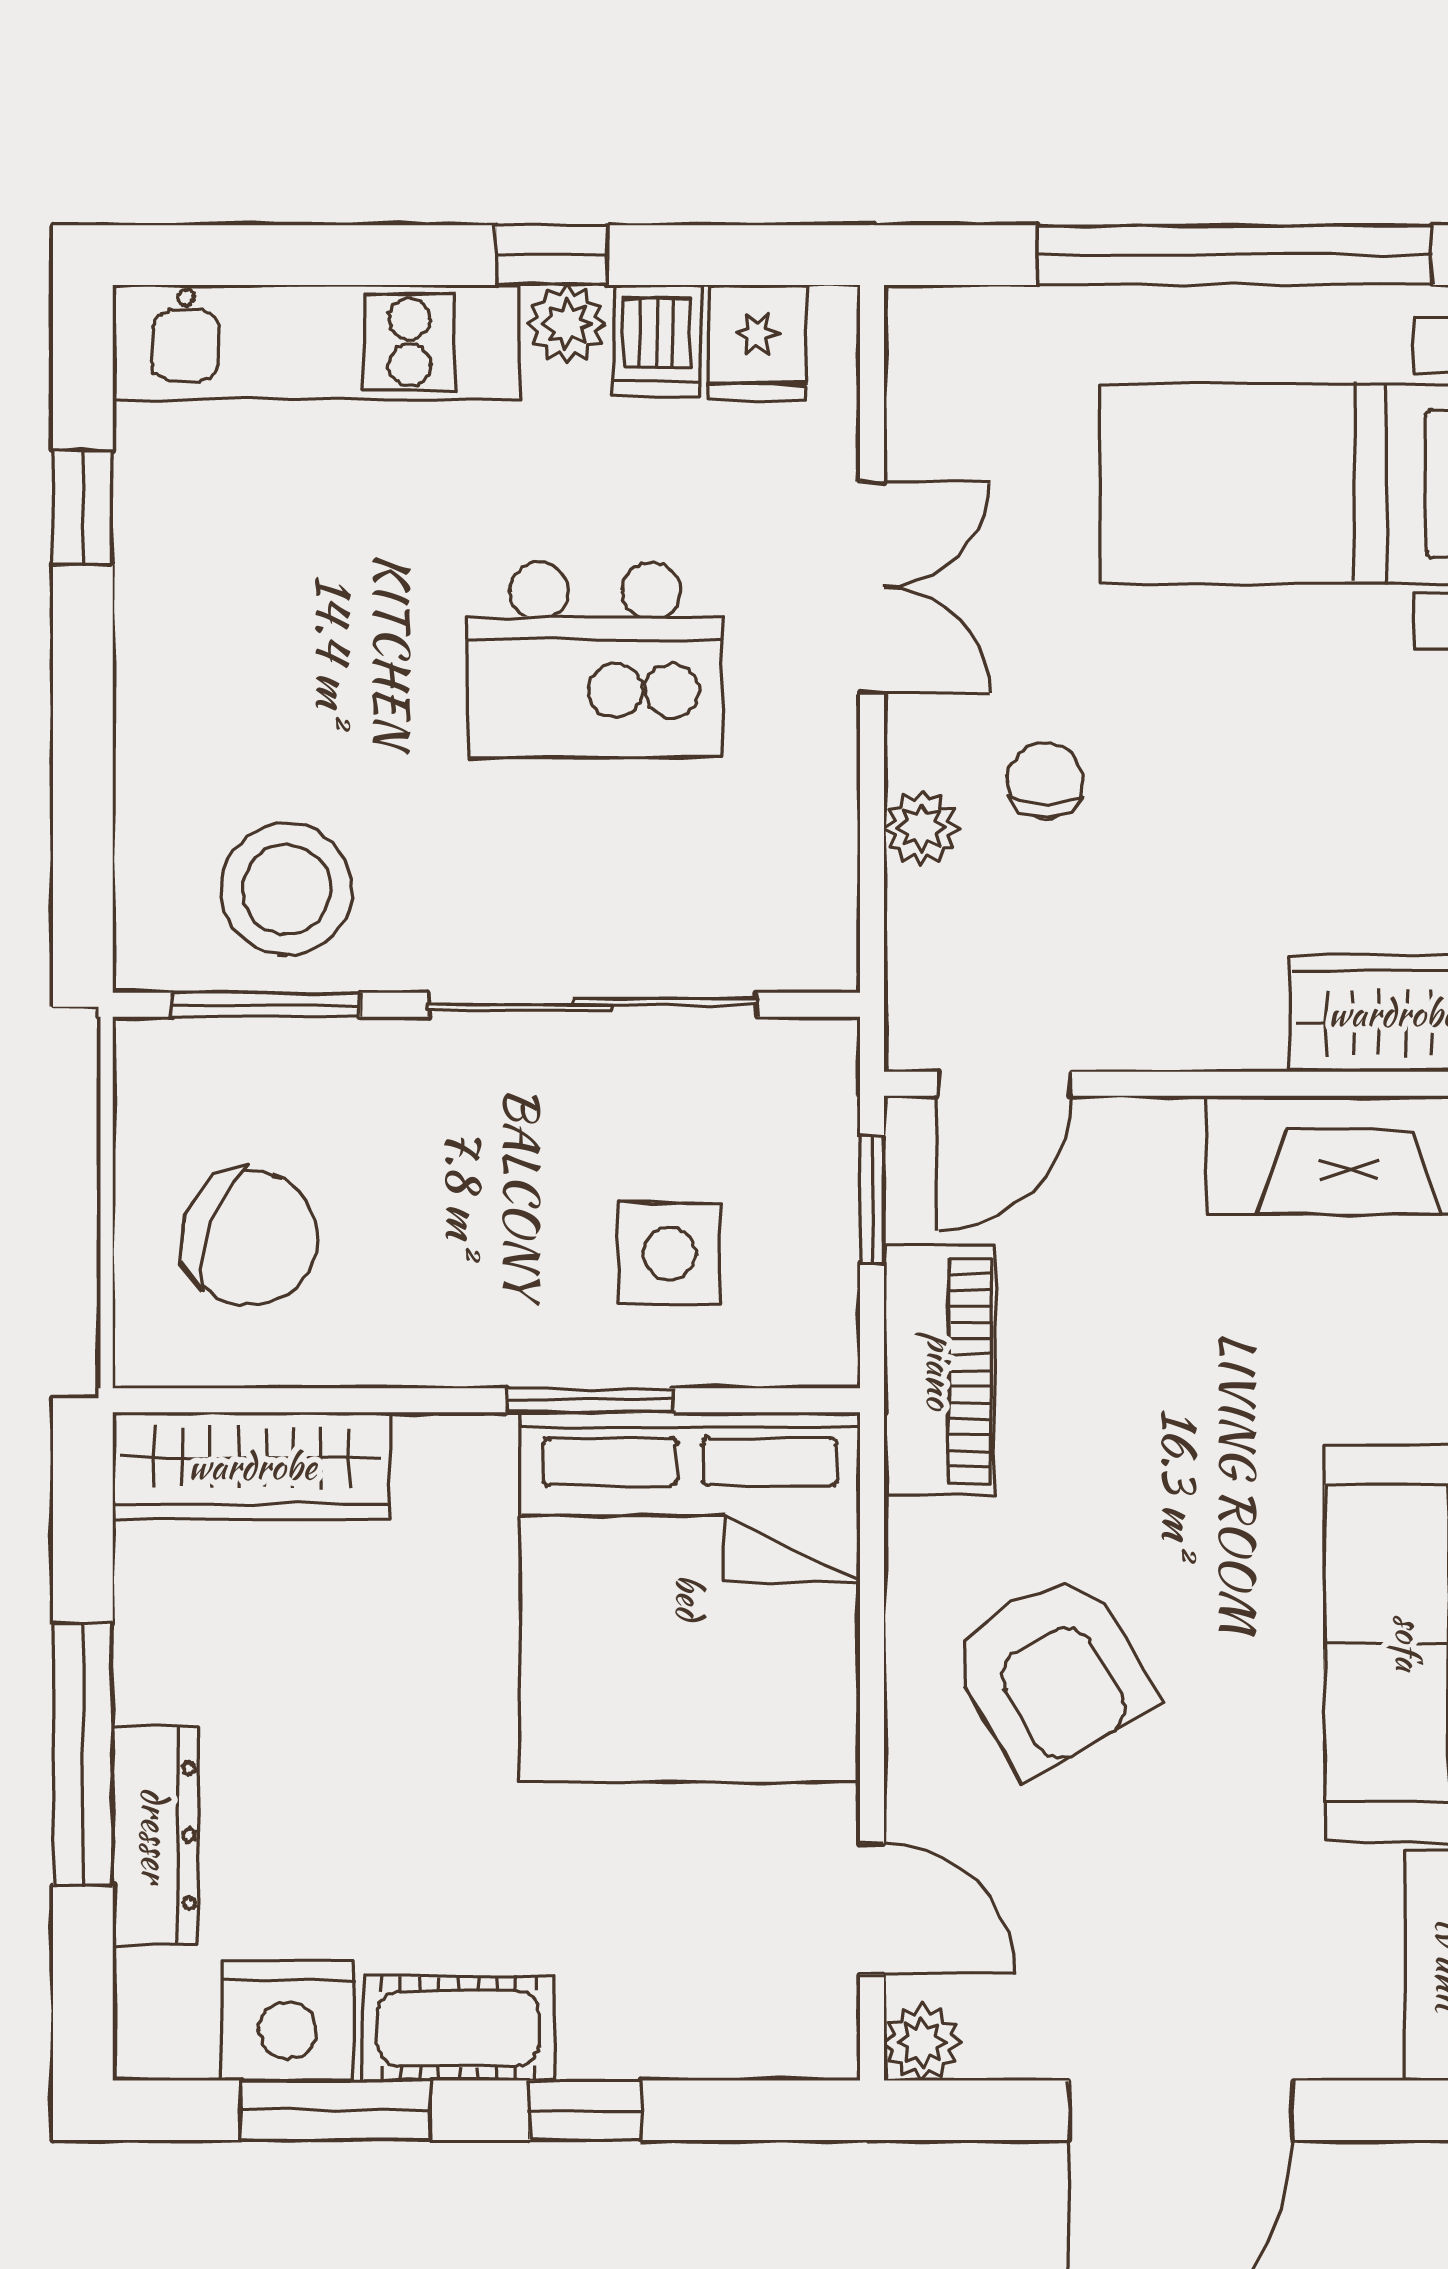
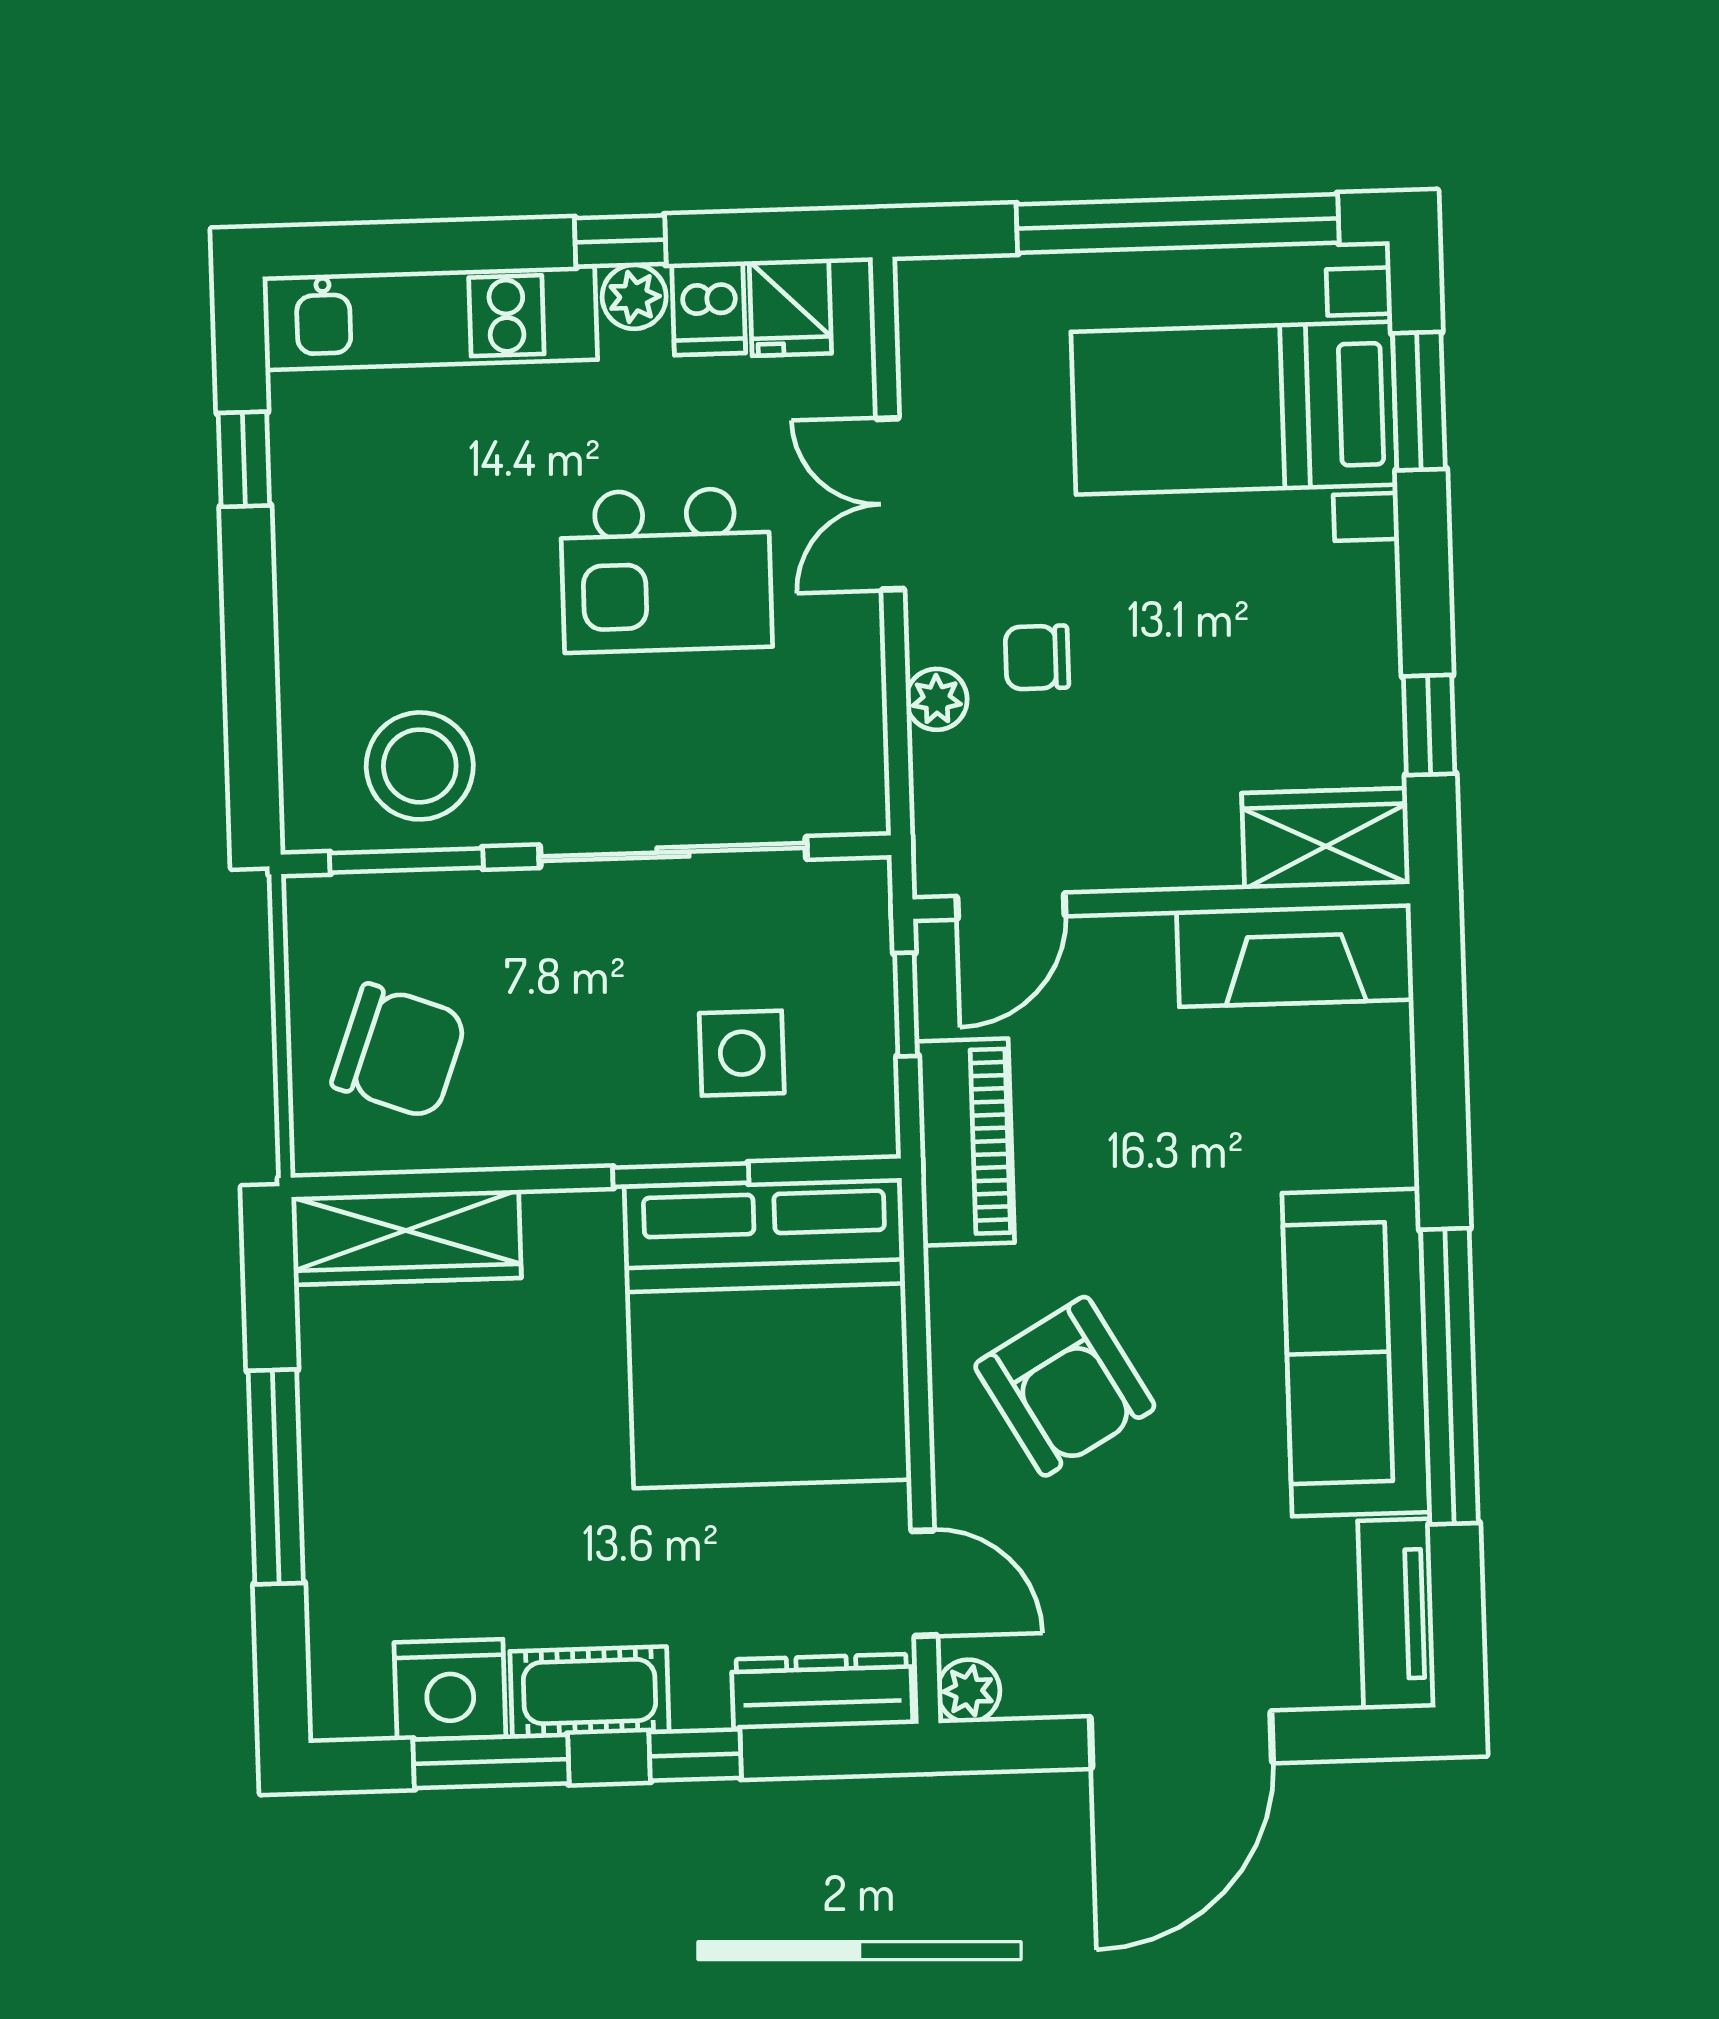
double door: (872, 587) -> (890, 504), swing flipped
chair: (1045, 781) -> (1037, 657), turned -90
dresser: (155, 1835) -> (822, 1692), moved, turned -90

